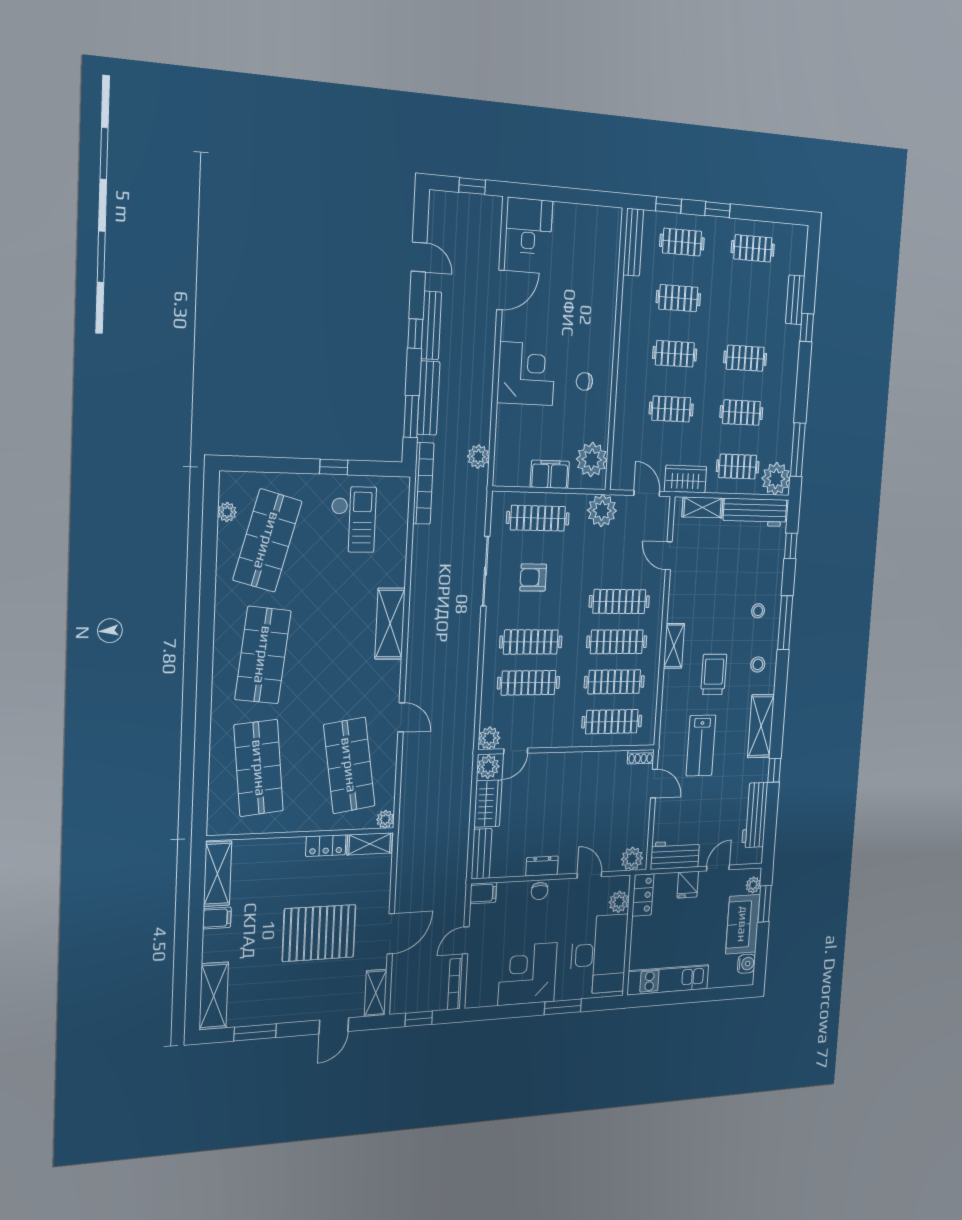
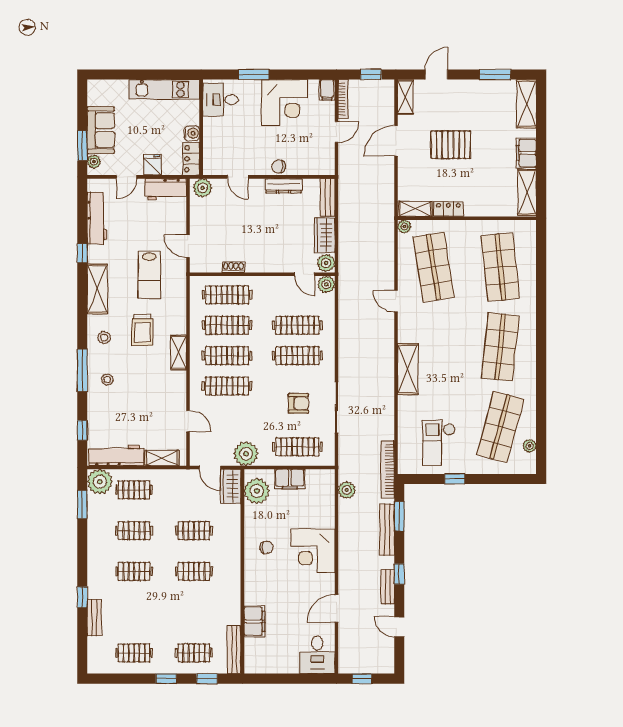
filing cabinet: (605, 280) -> (254, 621), added
clothes rail: (678, 298) -> (194, 612), removed
bench: (431, 325) -> (388, 587), width x0.73
window: (798, 450) -> (82, 504), width x0.69
wardrobe: (685, 479) -> (231, 486), moved, turned 90
lab bench: (701, 746) -> (149, 275), turned 180
door: (516, 751) -> (305, 274), swing flipped
shoe rack: (641, 757) -> (233, 267), moved
dresser: (542, 866) -> (283, 186), width x1.44
chair: (539, 891) -> (279, 167), turned -90
filing cabinet: (483, 893) -> (327, 90), moved, turned -90
plant: (619, 902) -> (211, 154), removed
filing cabinet: (217, 918) -> (526, 153), width x2.00
pallet: (319, 933) -> (451, 145), width x0.73, depth x0.71
desk: (599, 954) -> (220, 100), width x0.53, depth x0.77
water cooler: (746, 964) -> (192, 133), moved, turned 180

